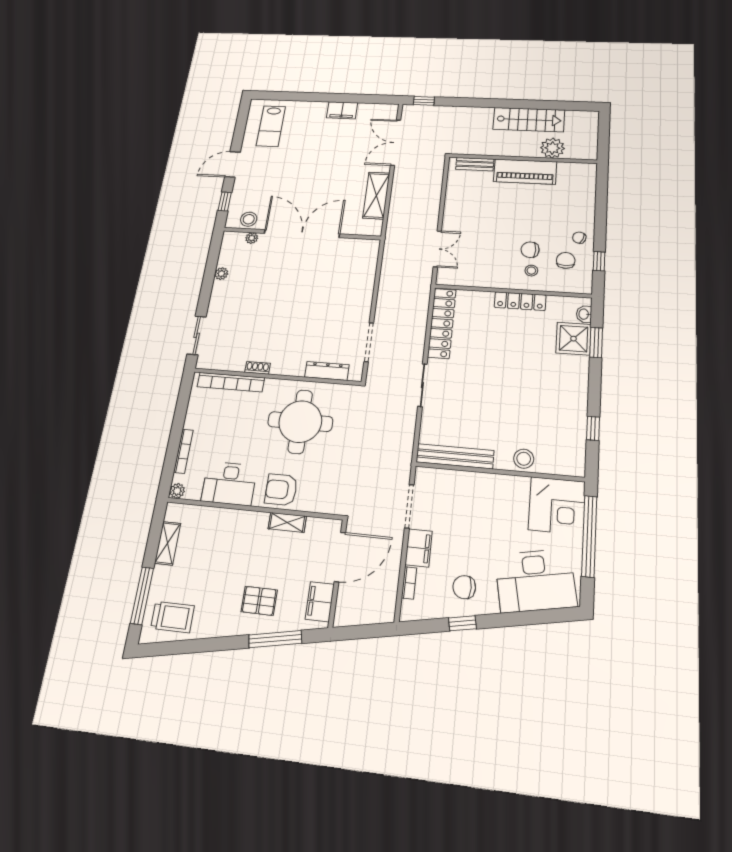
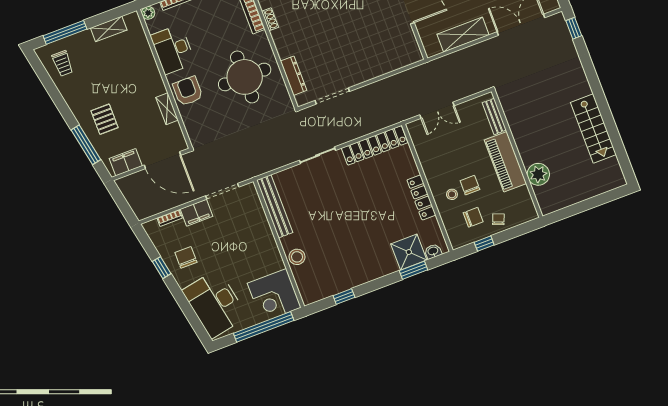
plant: (552, 148) -> (538, 174), moved
wall: (522, 159) -> (517, 154), moved
bench: (475, 164) -> (494, 116), moved
piano: (525, 172) -> (505, 162), moved
trolley: (173, 617) -> (63, 63), width x0.73, depth x0.72

